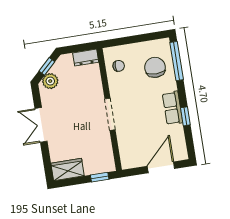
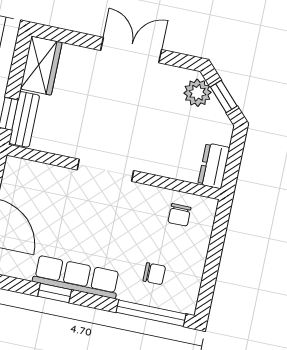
chair: (155, 67) -> (154, 274), width x0.54, depth x0.54
row of seats: (172, 108) -> (76, 277), width x1.48
bench: (99, 168) -> (24, 119), added

